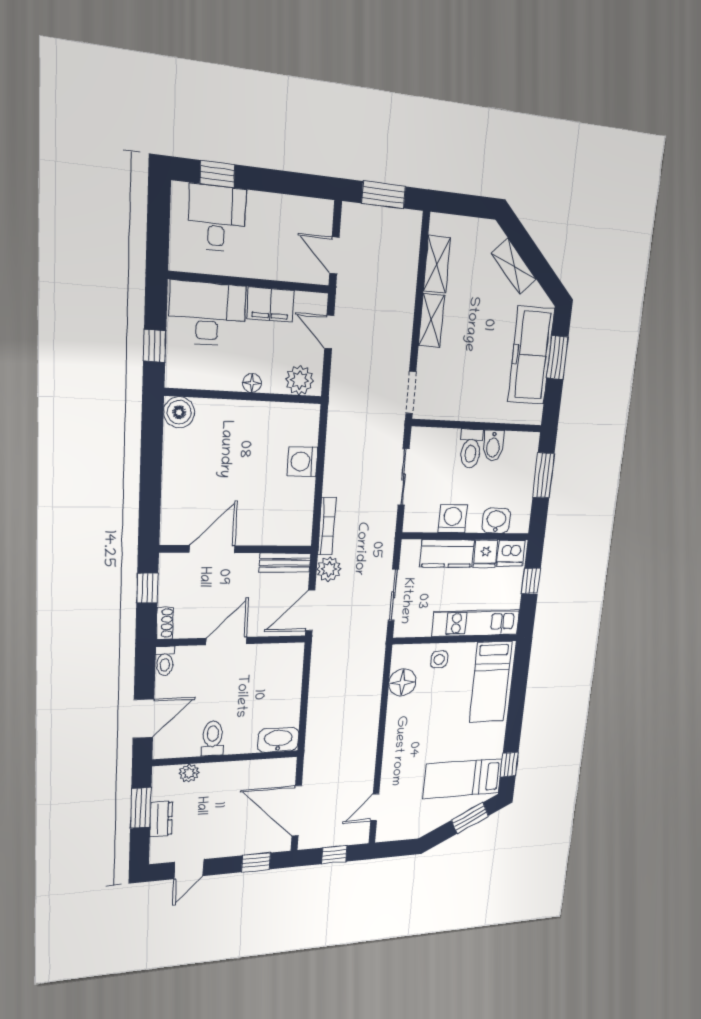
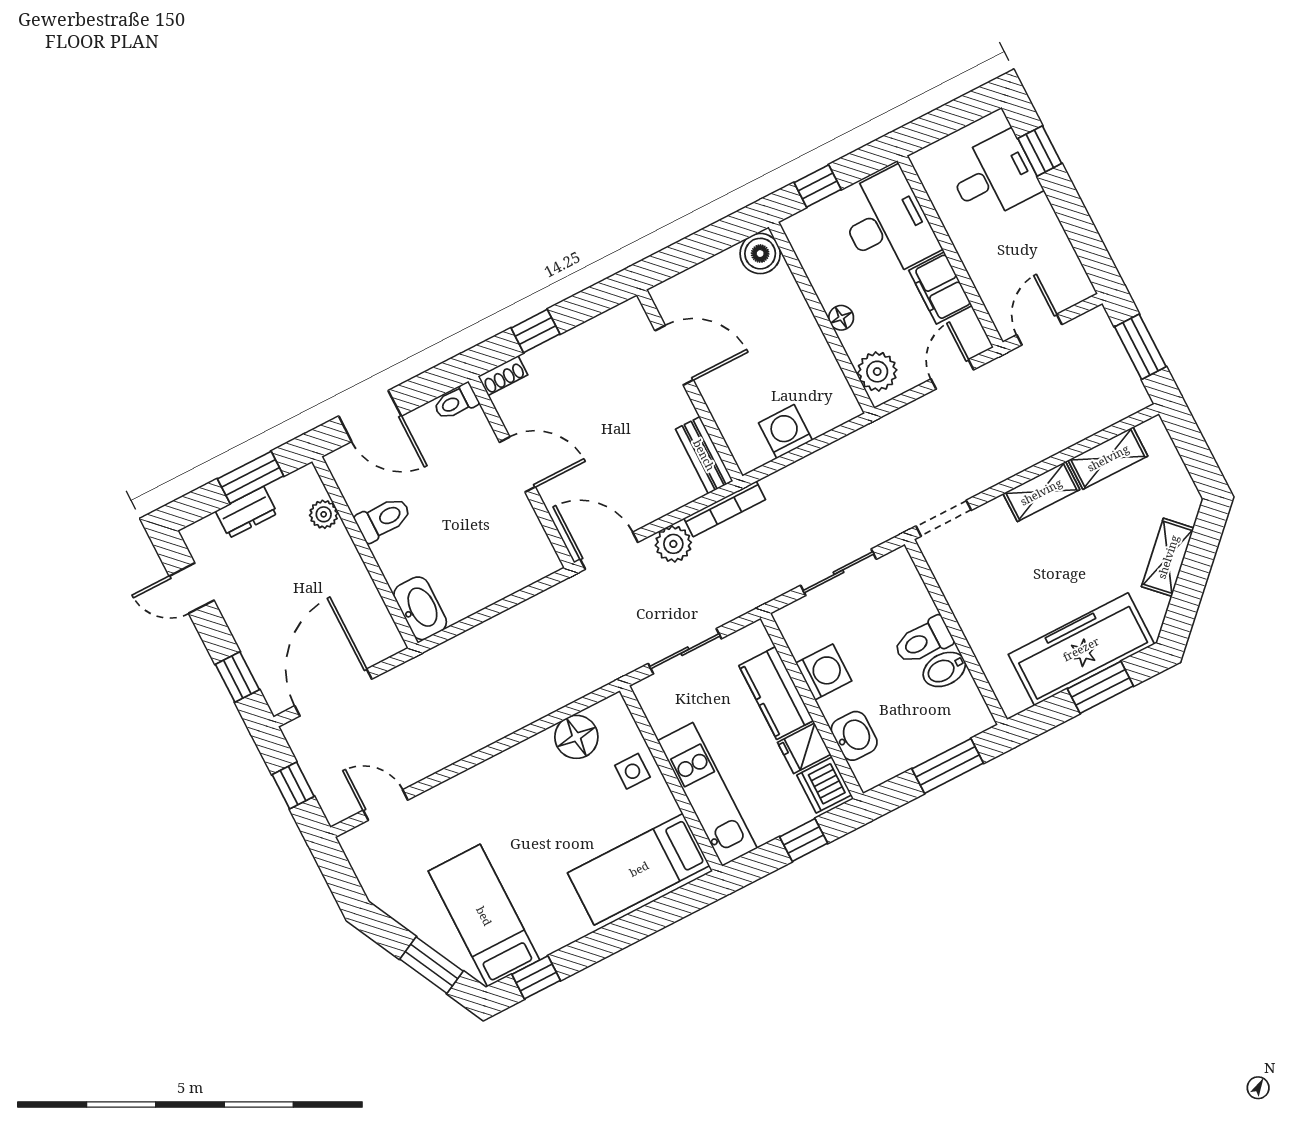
door: (212, 549) -> (674, 355), moved
wall: (237, 549) -> (690, 385), moved
bench: (285, 563) -> (704, 455), moved

